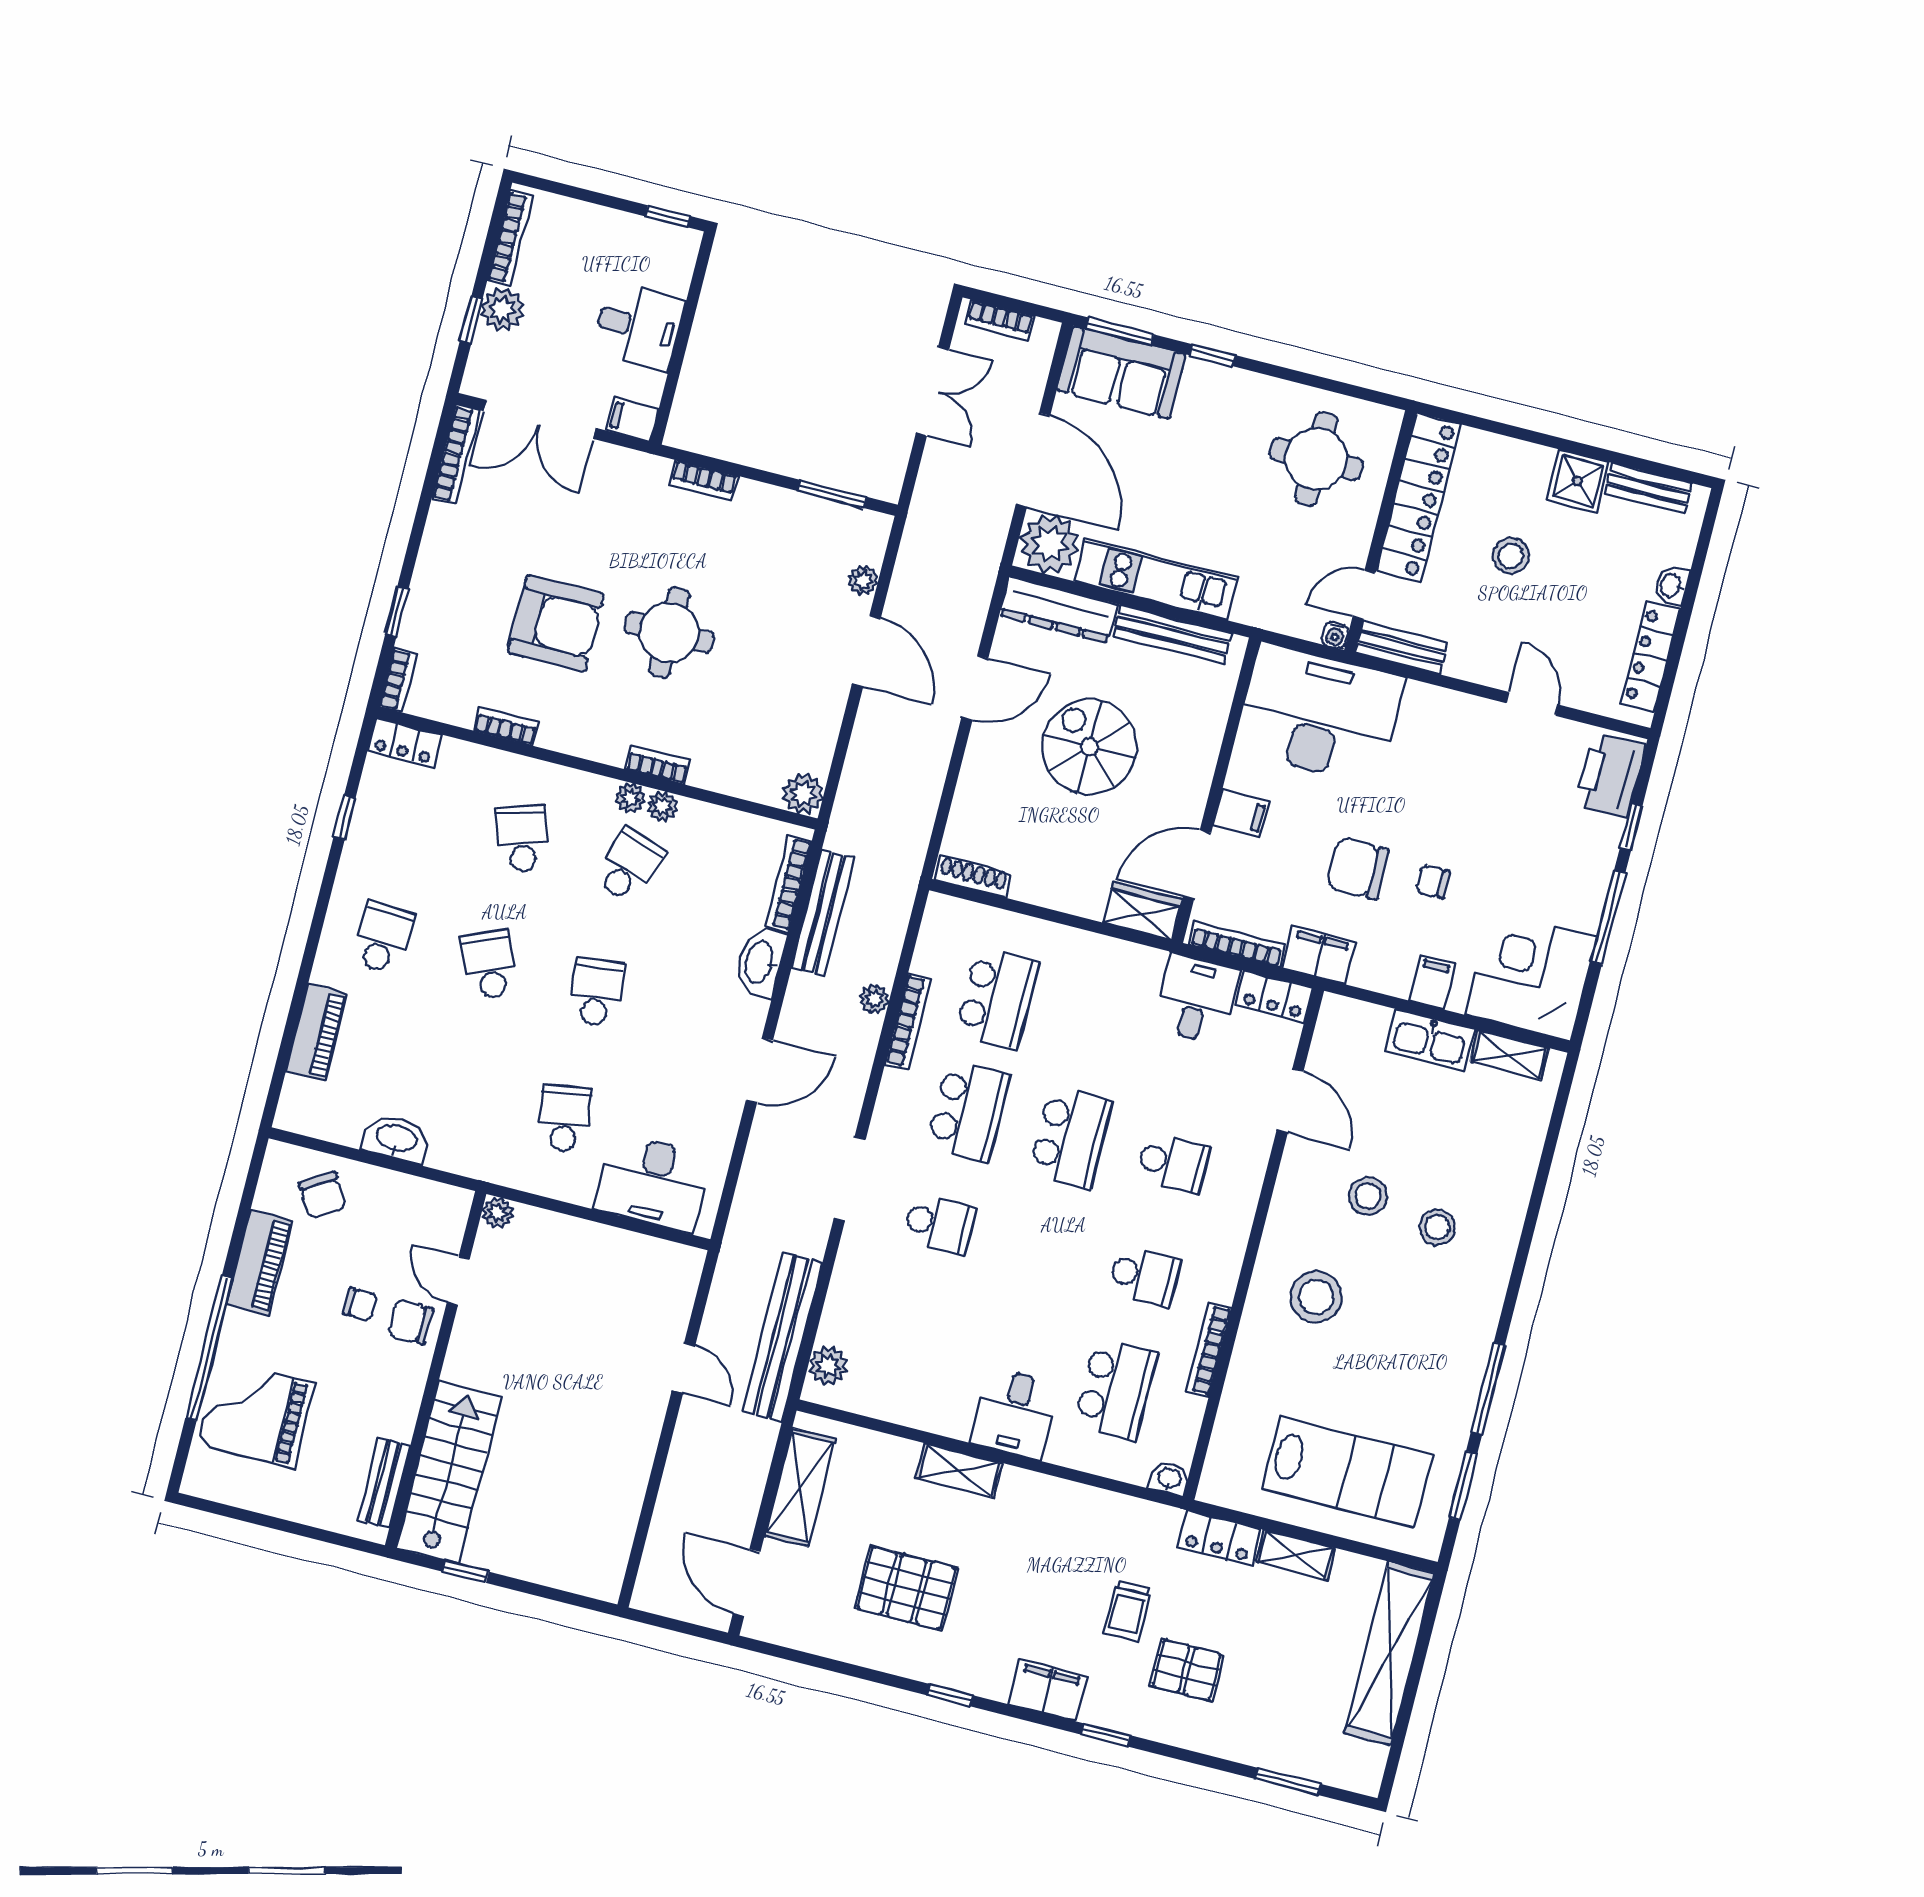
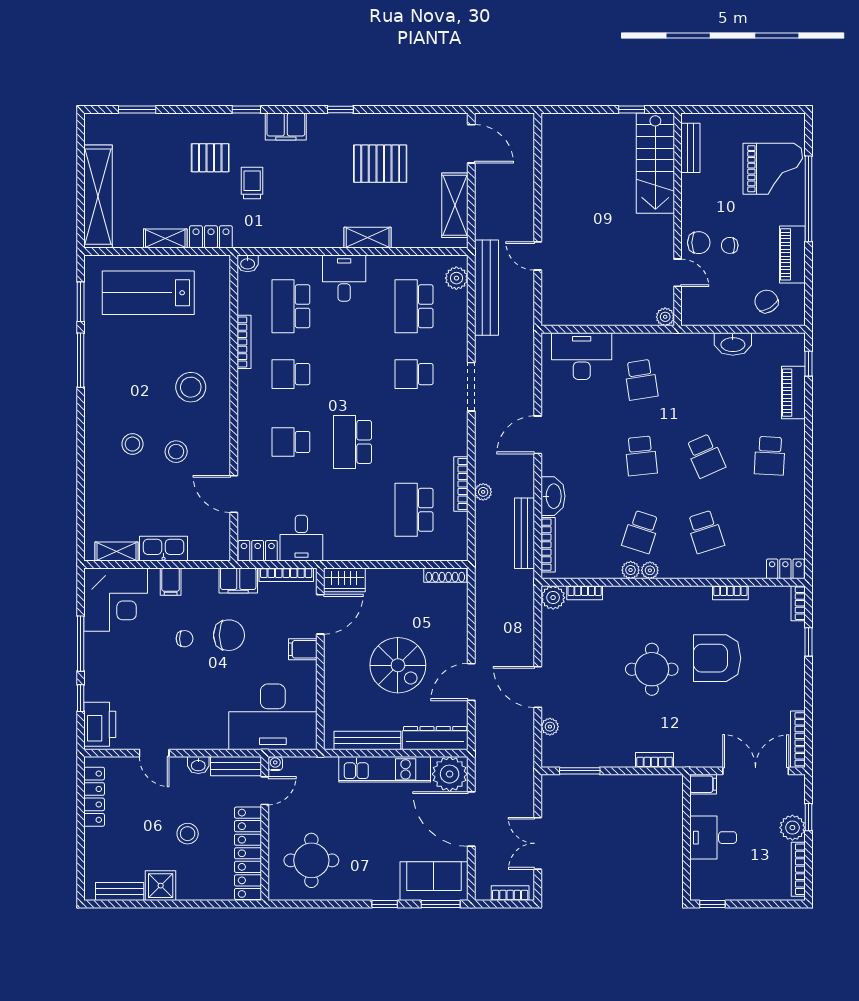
washbasin: (1671, 586) -> (198, 765), moved, turned 90
bookcase: (657, 765) -> (585, 593), moved
window: (344, 817) -> (809, 364), moved
school desk: (968, 1111) -> (414, 306), moved

